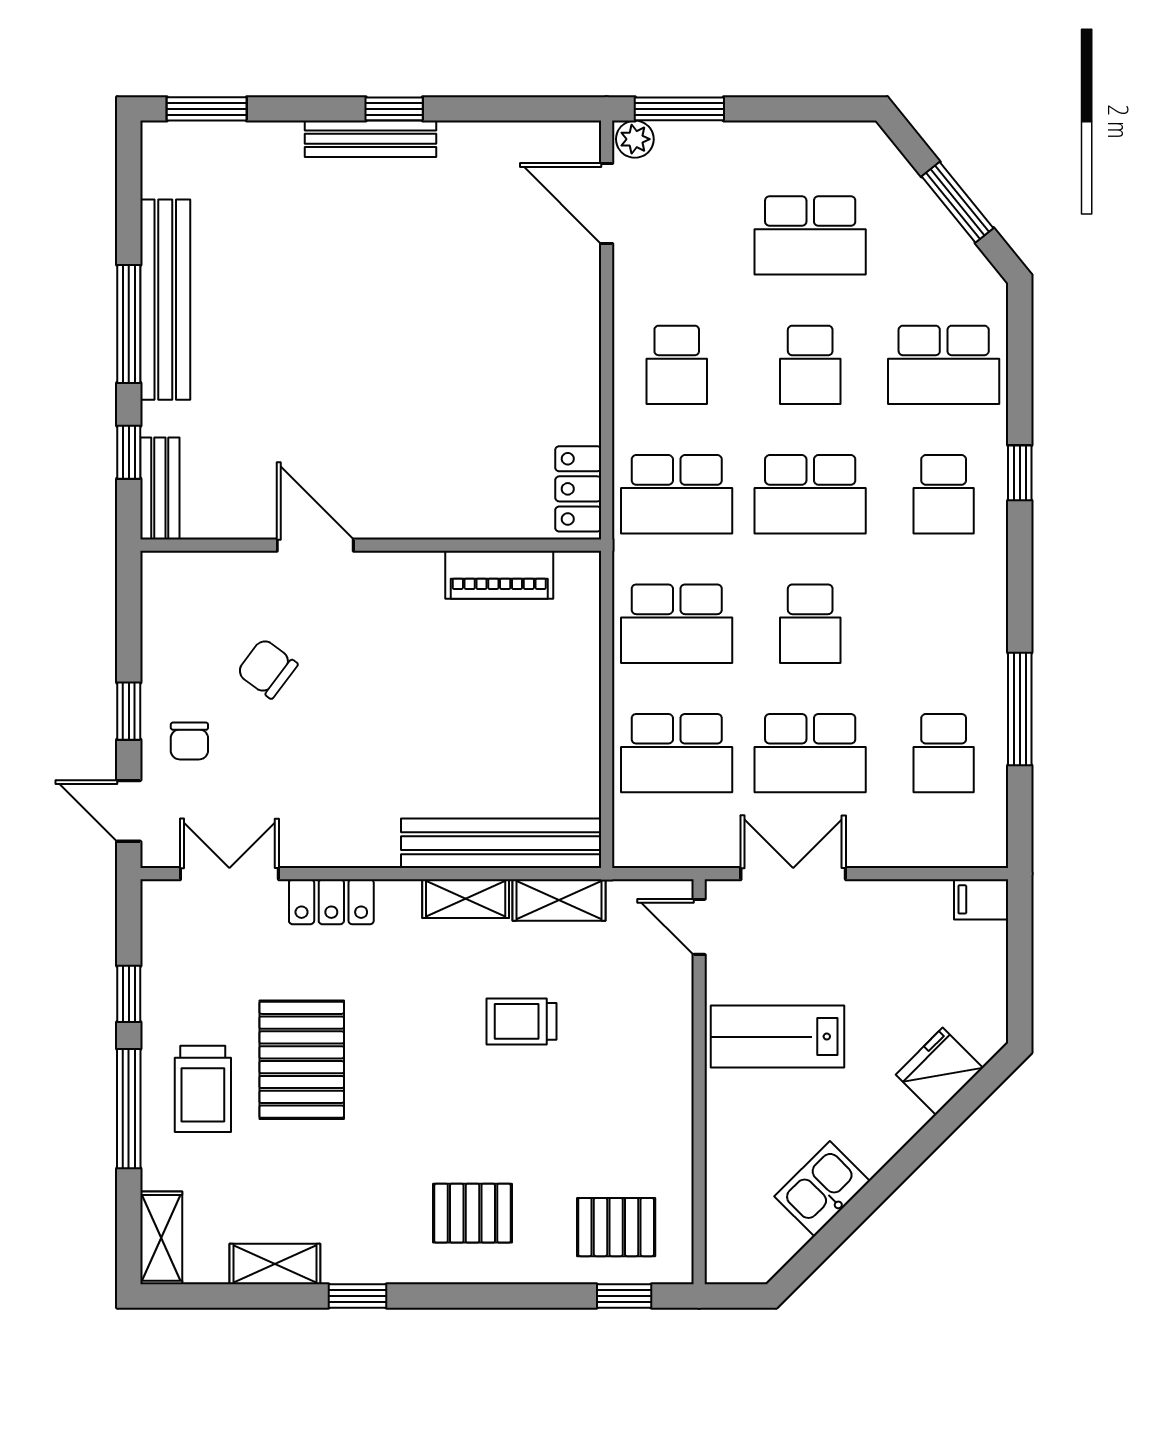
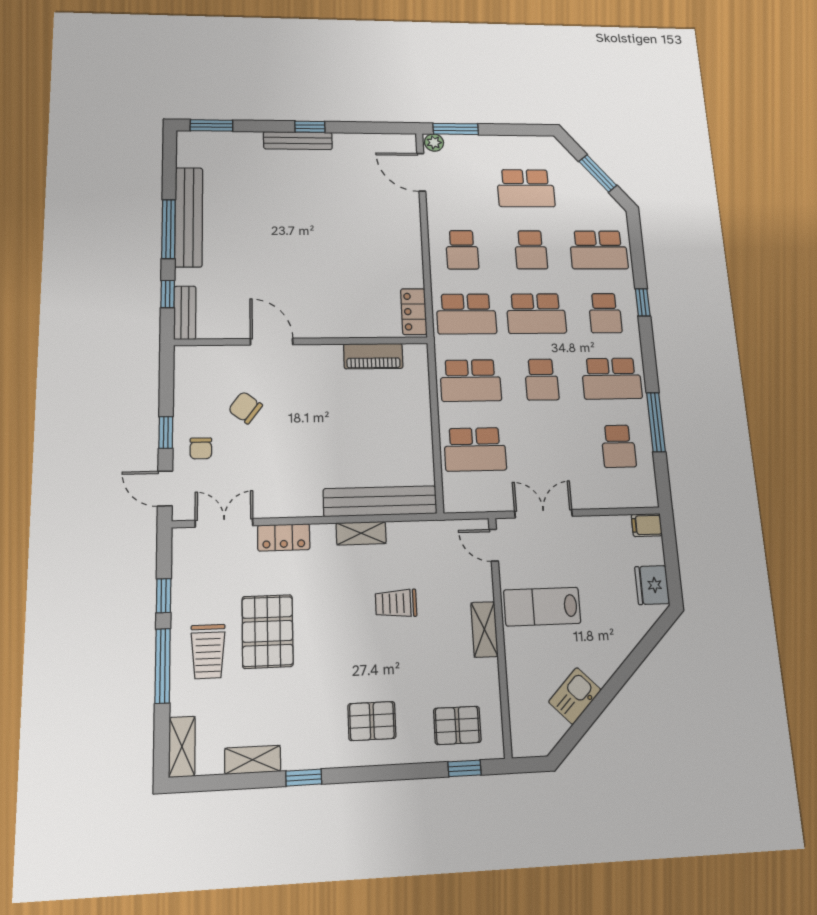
school desk: (810, 753) -> (612, 379), moved
shelving: (559, 900) -> (484, 629), moved, turned 90
fridge: (939, 1071) -> (652, 585), moved, turned -45

